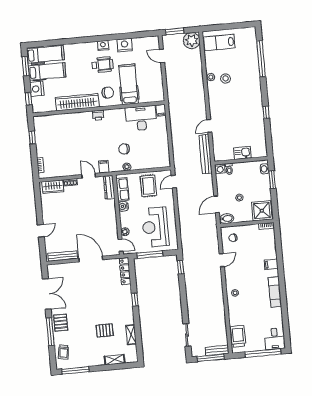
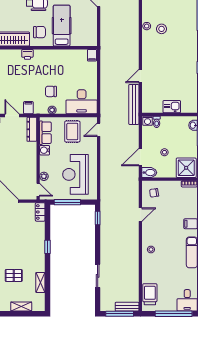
desk: (141, 118) -> (82, 102), moved, turned 180
locker: (125, 271) -> (40, 212), width x0.66
sliding door: (187, 335) -> (98, 276), moved

